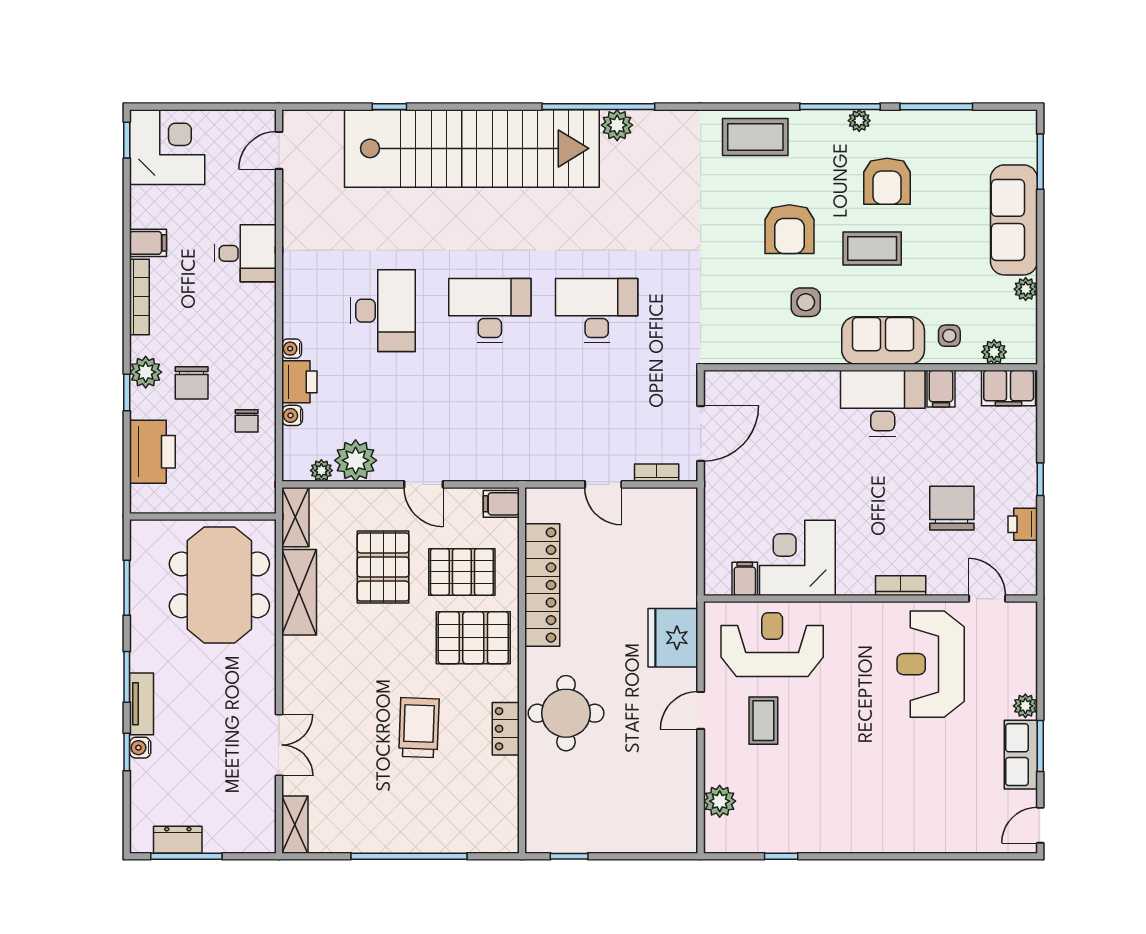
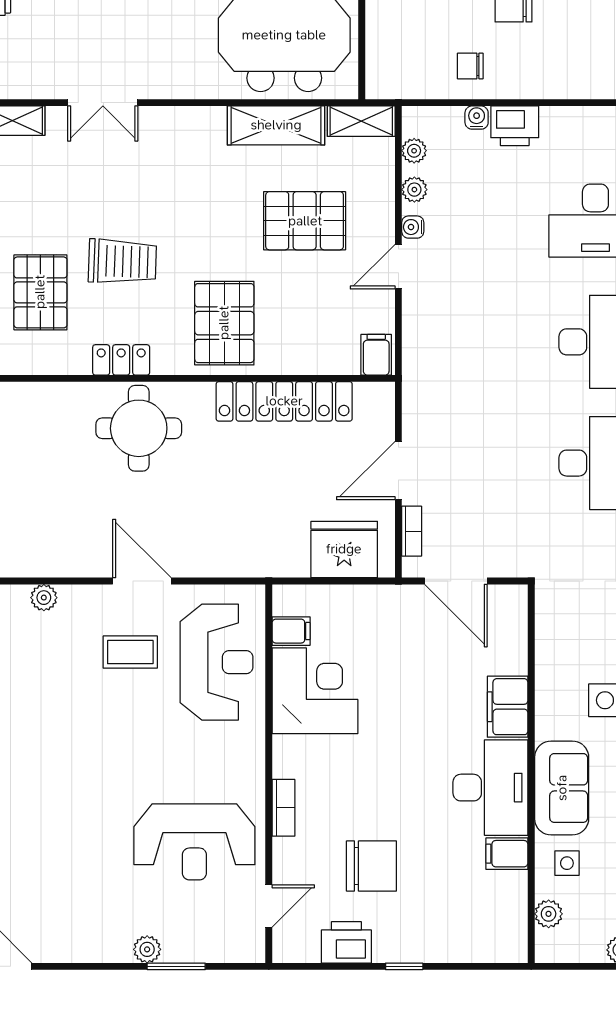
water cooler: (292, 349) -> (413, 227), moved, turned -90
filing cabinet: (1009, 388) -> (508, 707), moved
plant: (356, 460) -> (414, 190), width x0.53, depth x0.53
door: (603, 484) -> (398, 471), width x1.38
printer: (1023, 524) -> (346, 942), width x1.36, depth x1.24
pallet: (462, 572) -> (40, 292), moved
fridge: (673, 638) -> (344, 549), moved
reception desk: (931, 664) -> (194, 842), turned 180
door: (701, 710) -> (142, 581), width x1.38
window: (1040, 746) -> (176, 966), moved
row of seats: (1021, 755) -> (92, 944), removed
plant: (720, 801) -> (44, 598), width x0.73, depth x0.73

